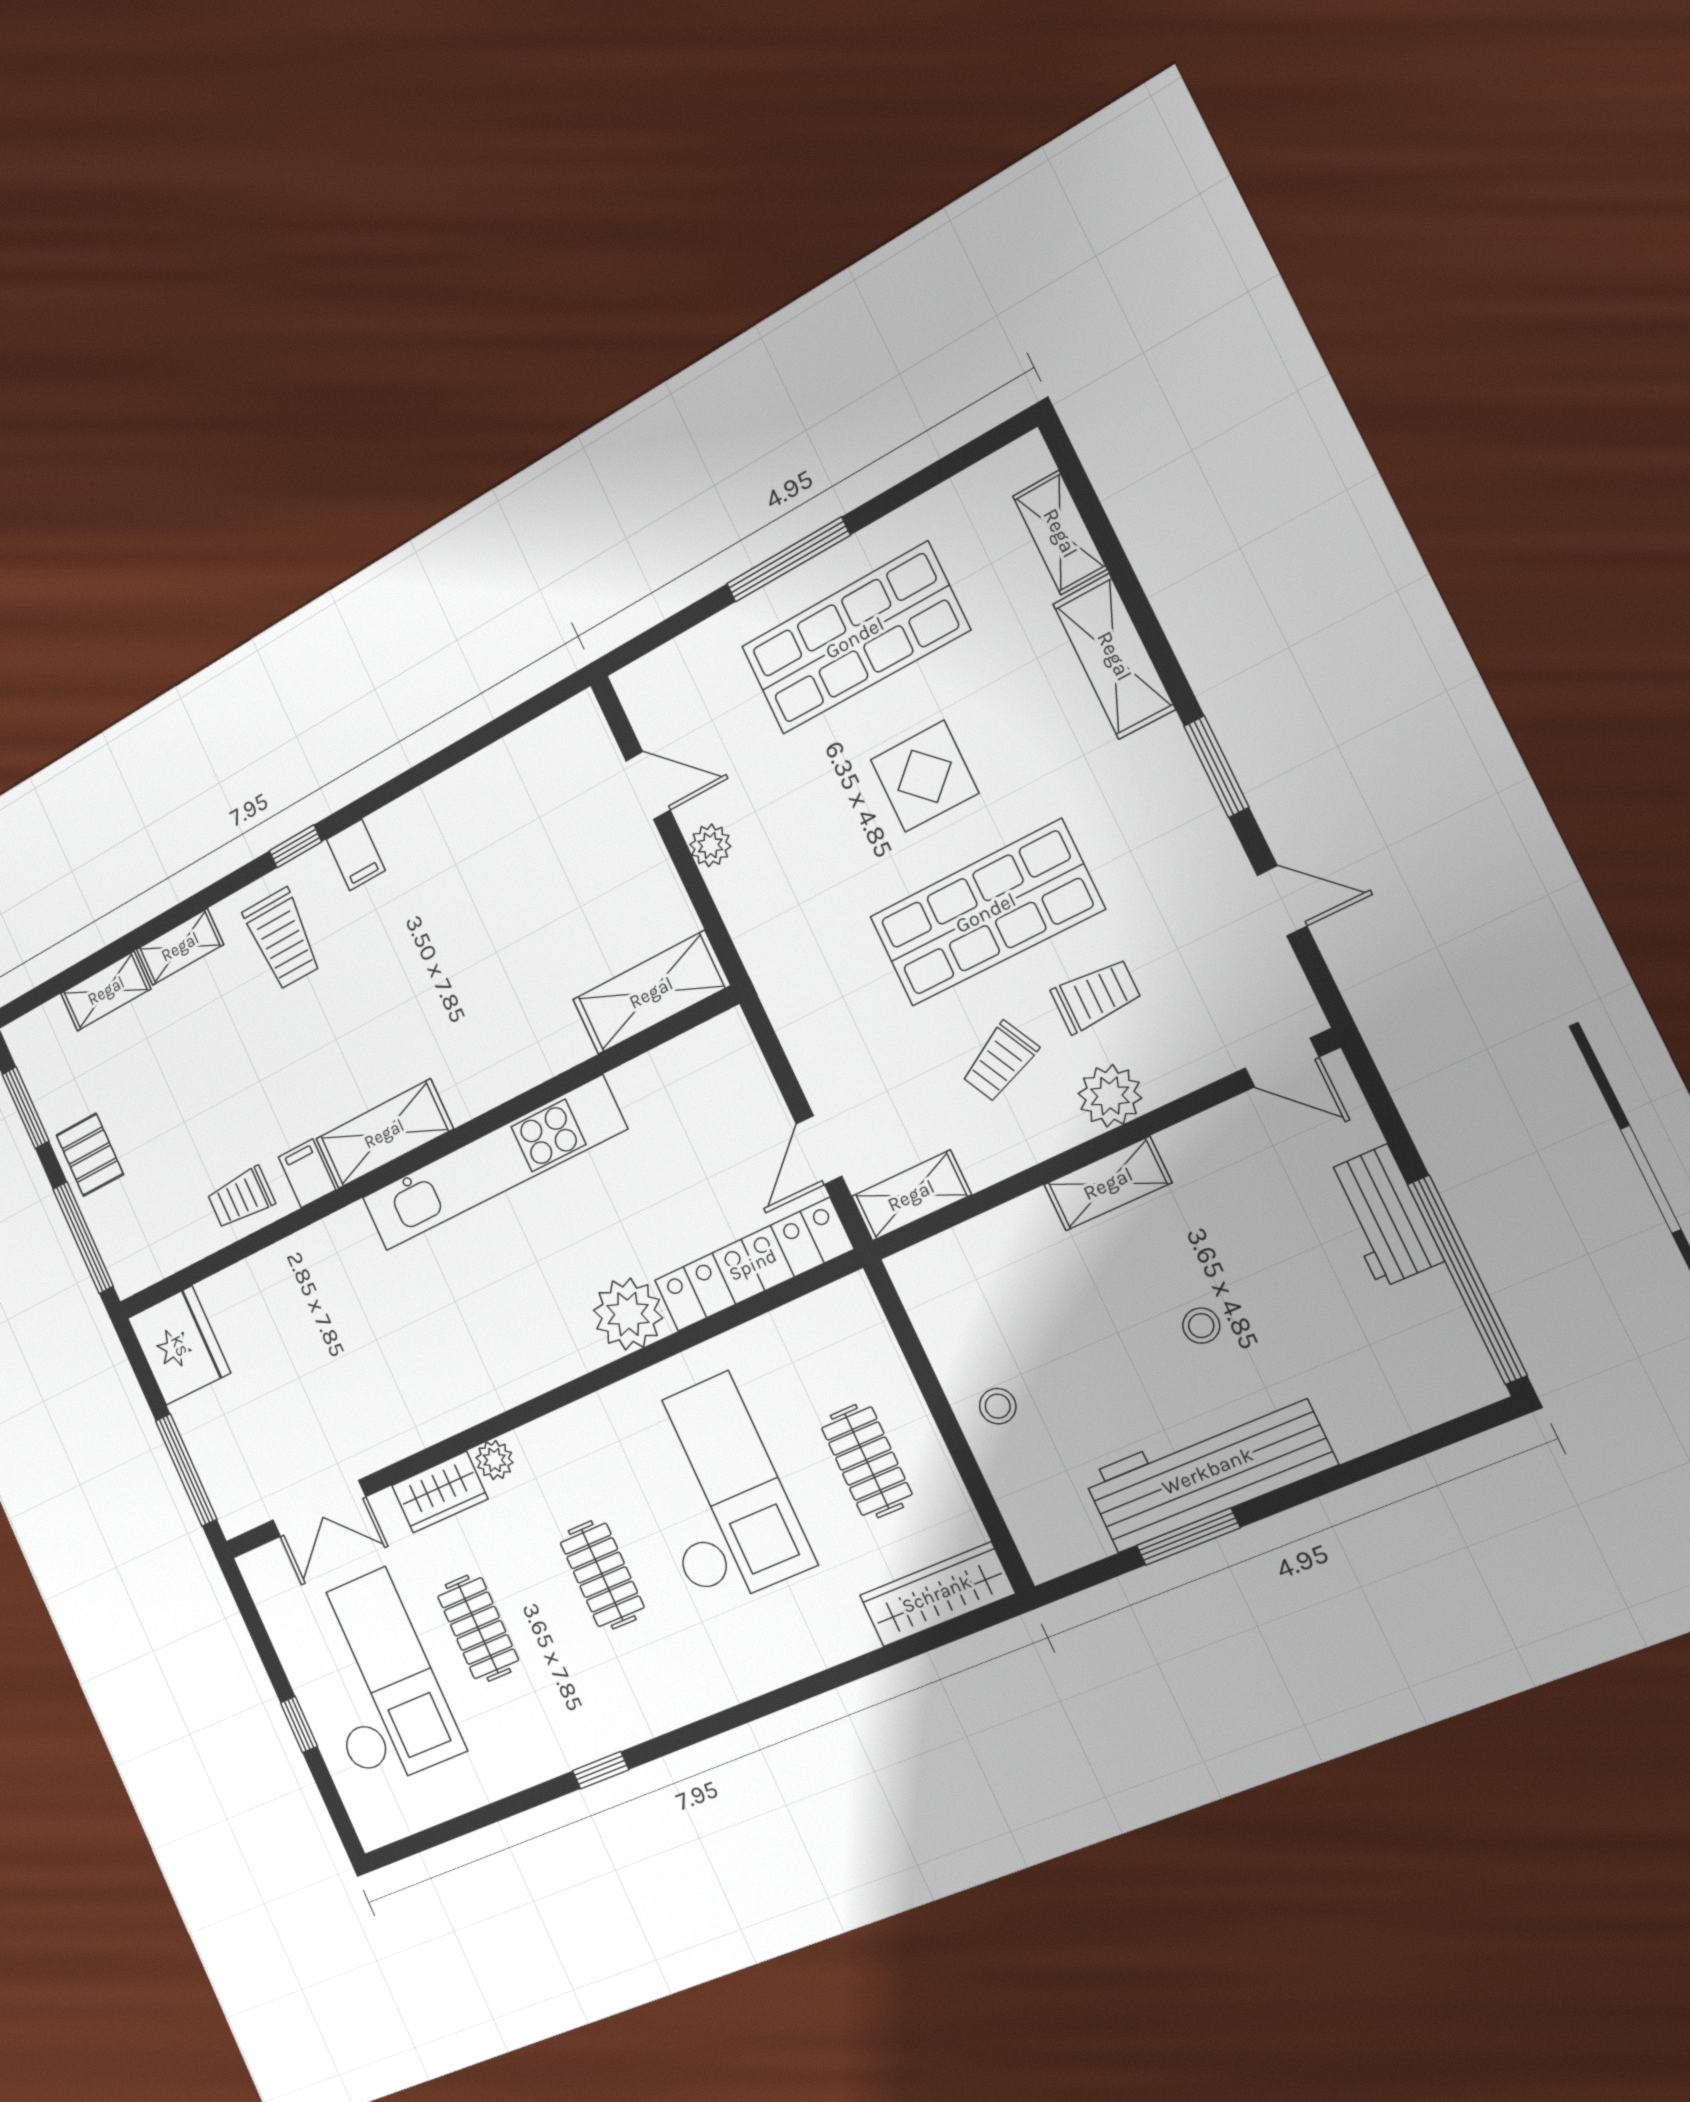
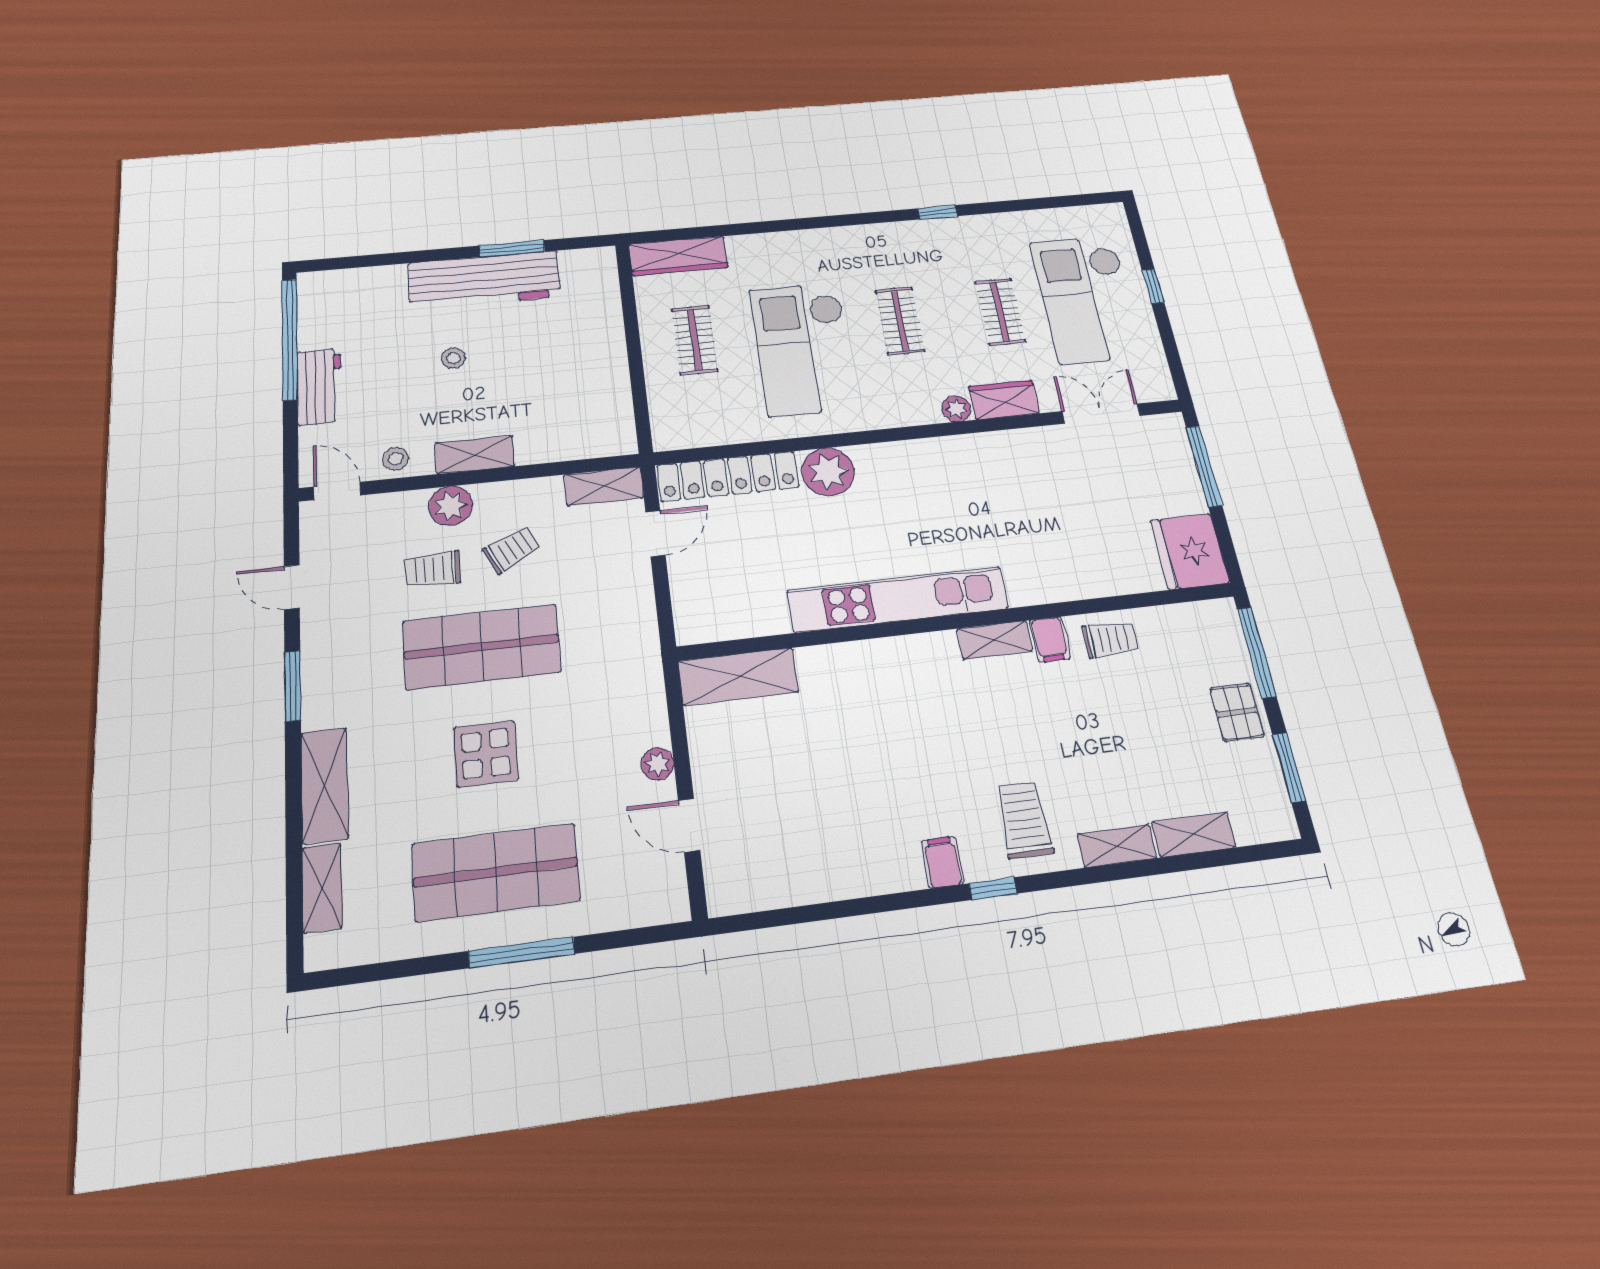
shelving: (384, 1134) -> (995, 640), width x0.67, depth x0.75
stool: (998, 1406) -> (396, 459), moved

